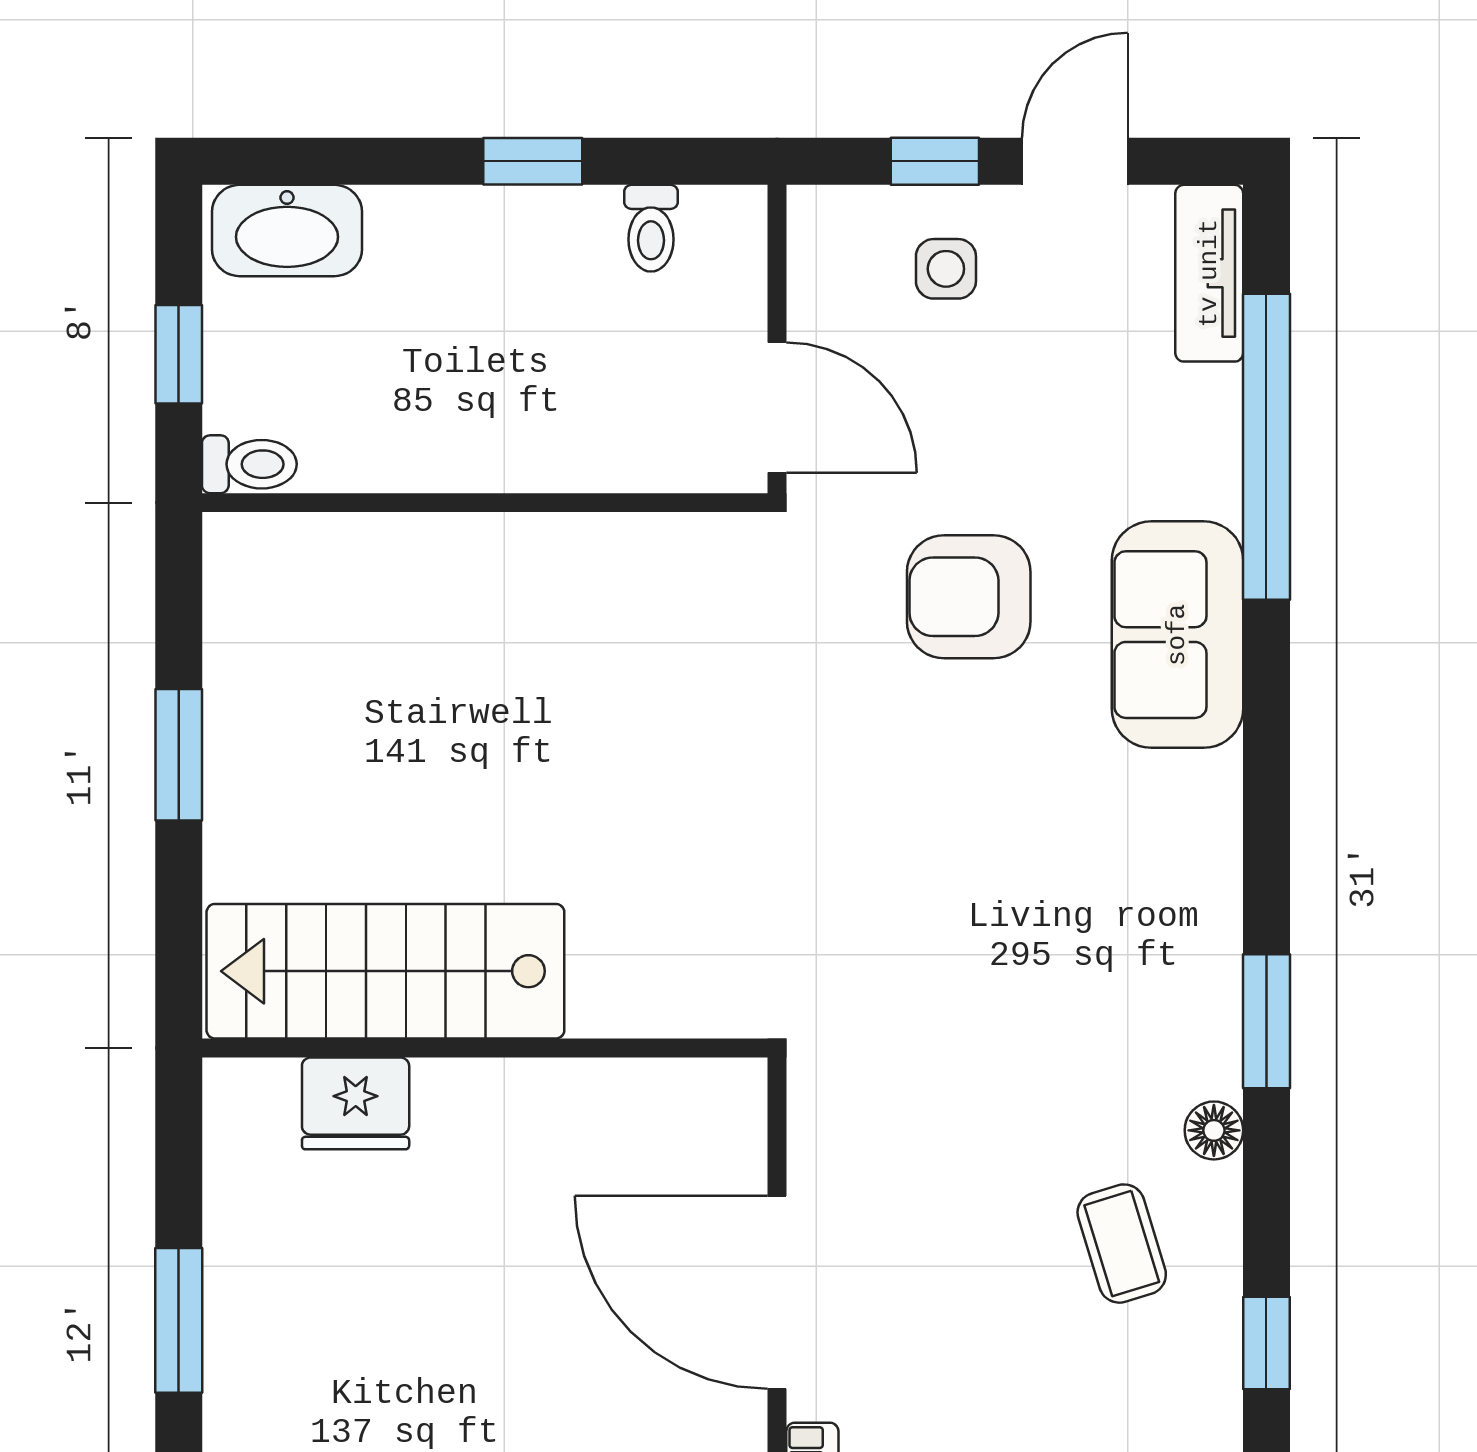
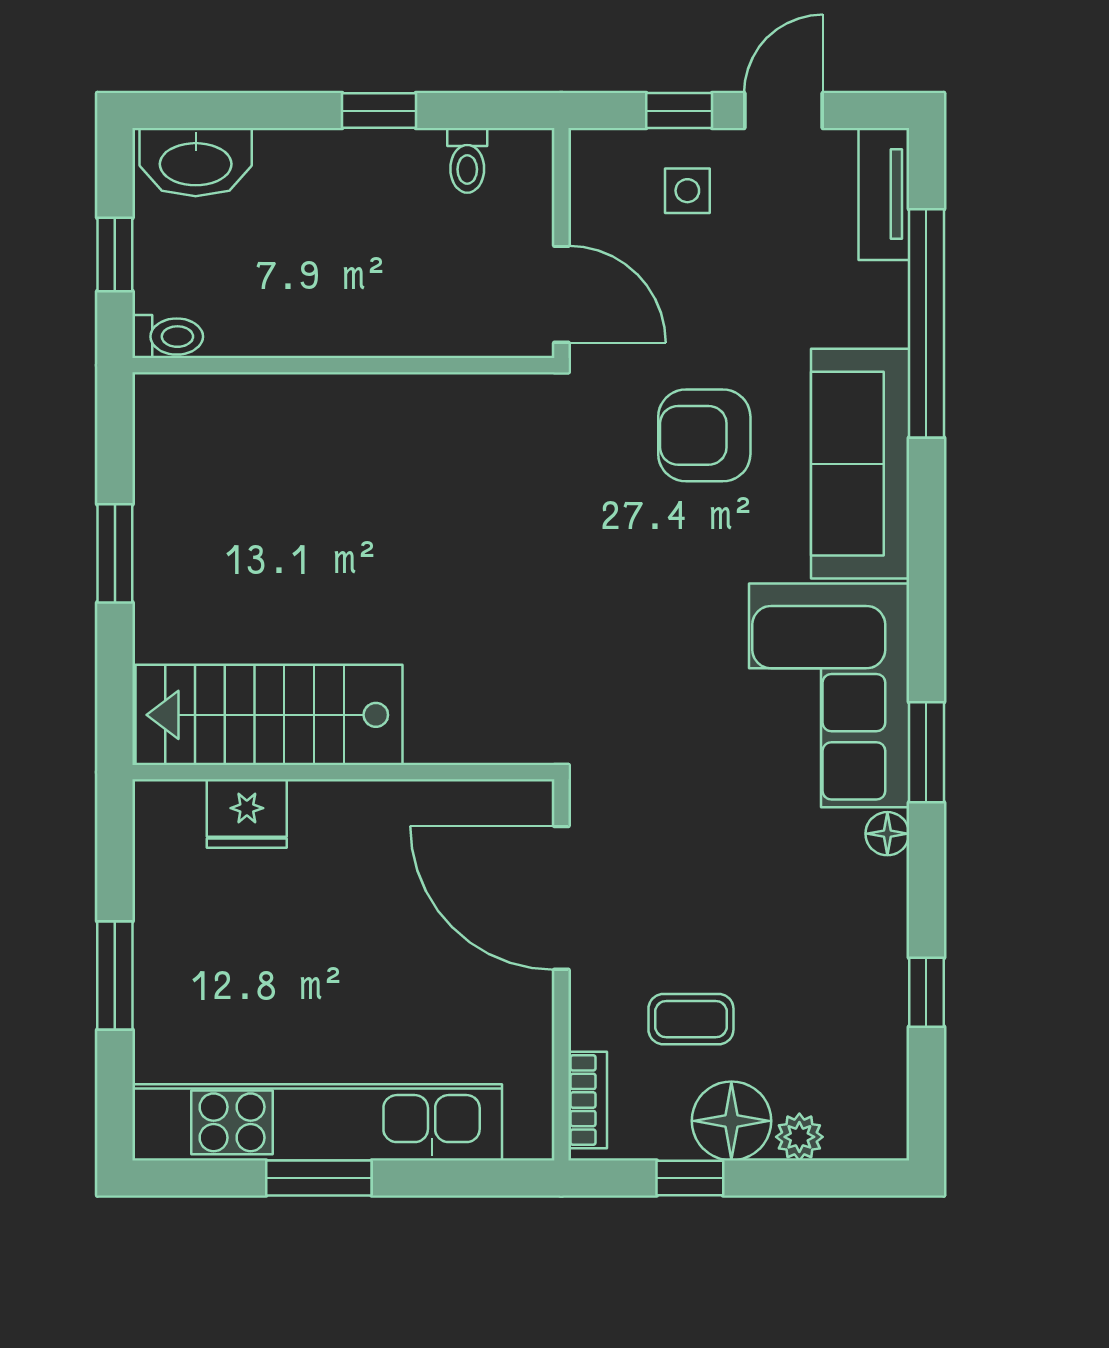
sofa: (1177, 635) -> (860, 464), width x1.36
corner sofa: (1136, 945) -> (829, 695), added
coffee table: (1122, 1244) -> (691, 1019), moved, turned -73
door: (777, 1292) -> (561, 898), moved

